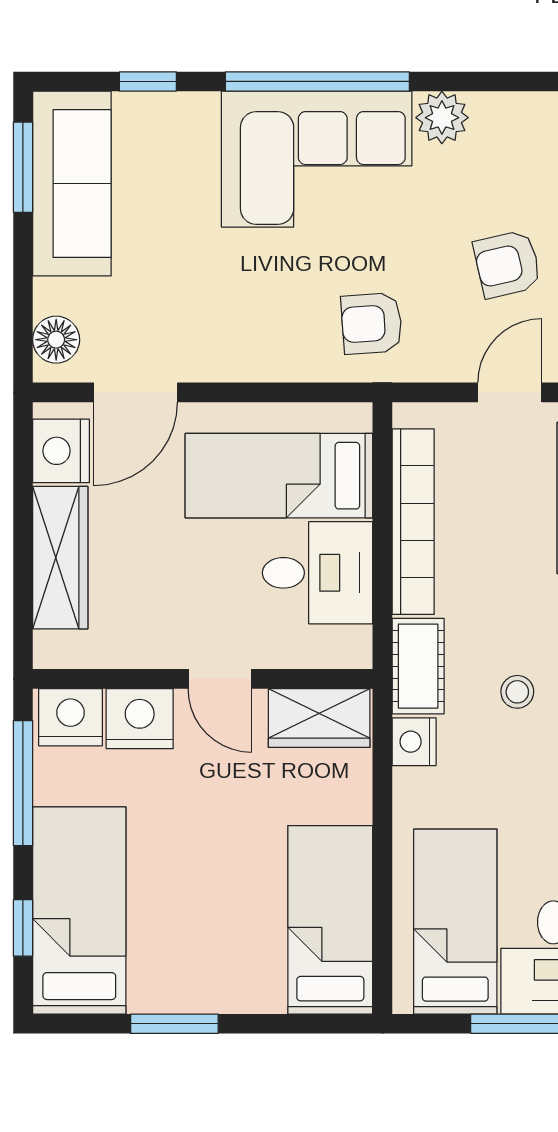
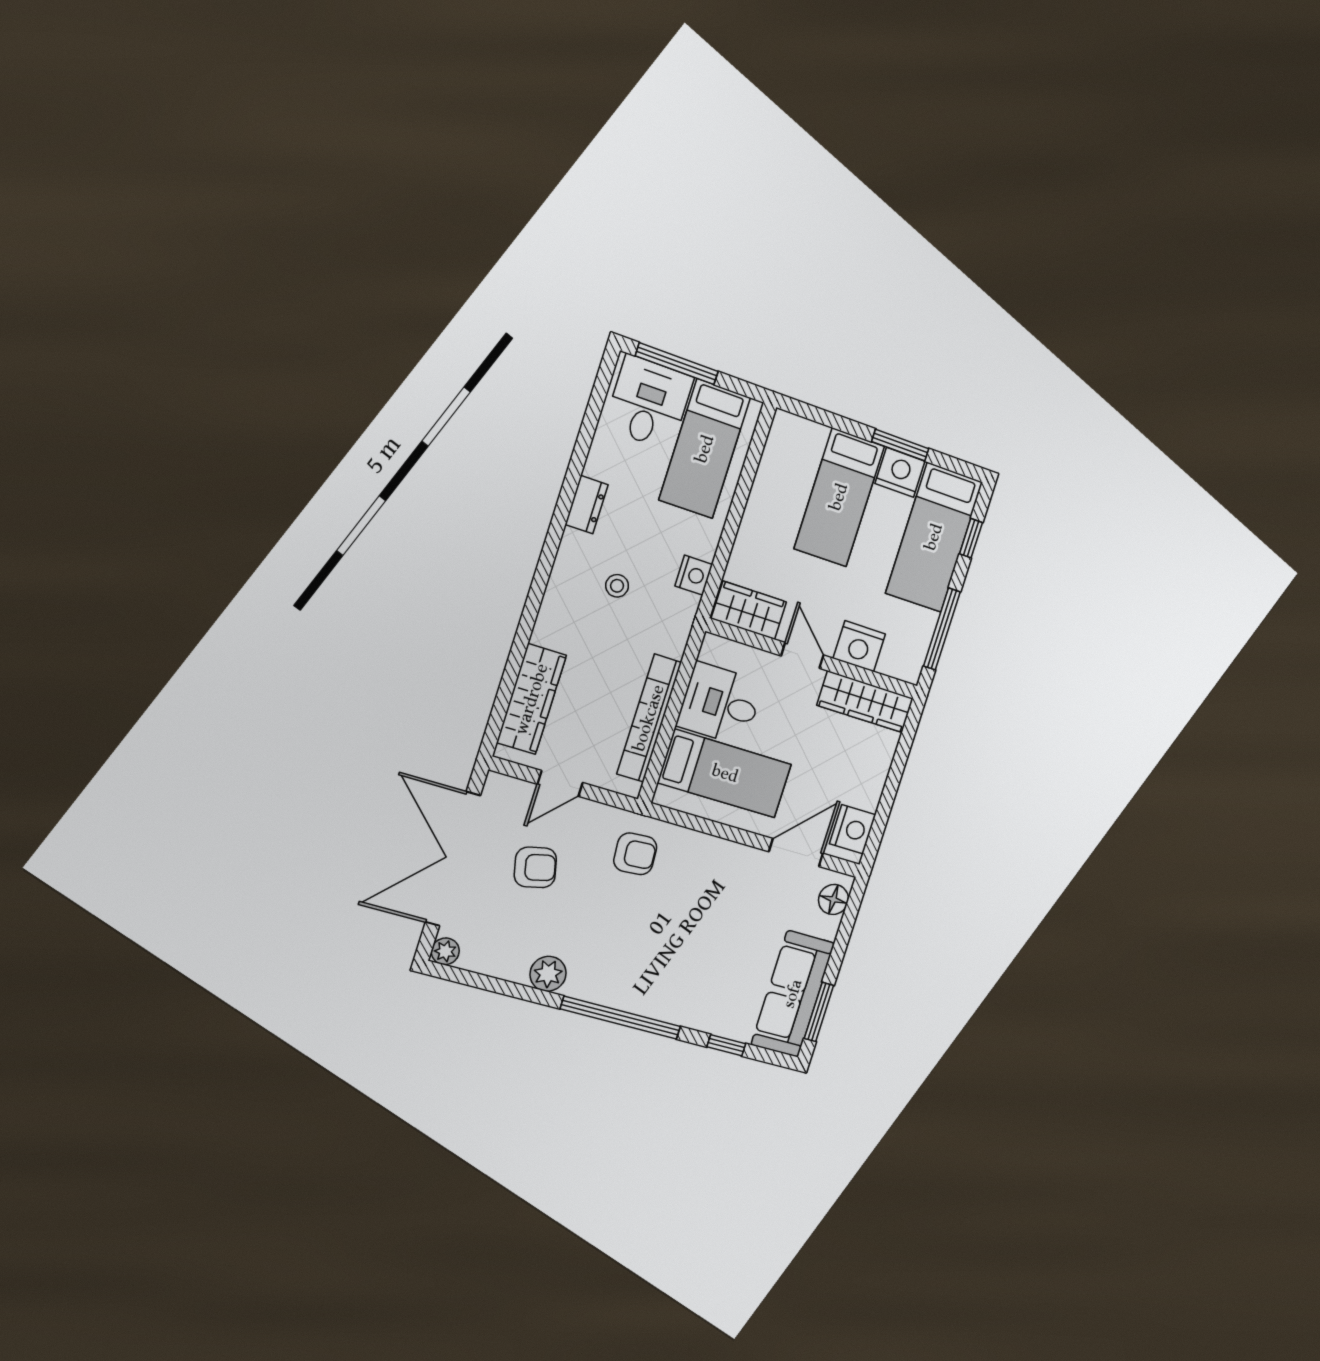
corner sofa: (317, 159) -> (637, 969), removed
wardrobe: (60, 558) -> (865, 702), moved, turned -90
cot: (418, 666) -> (676, 623), removed
nightstand: (70, 717) -> (900, 472), moved, turned 180
bed: (330, 920) -> (839, 497), moved

